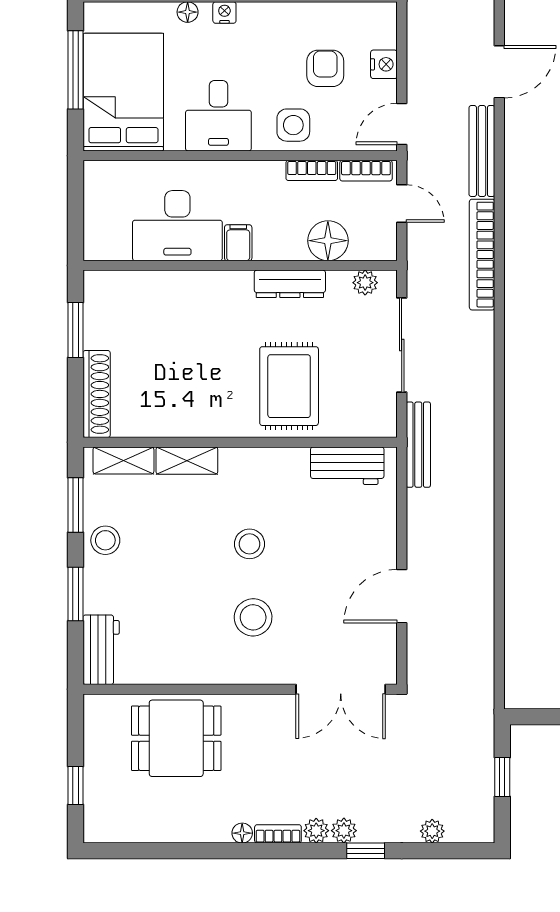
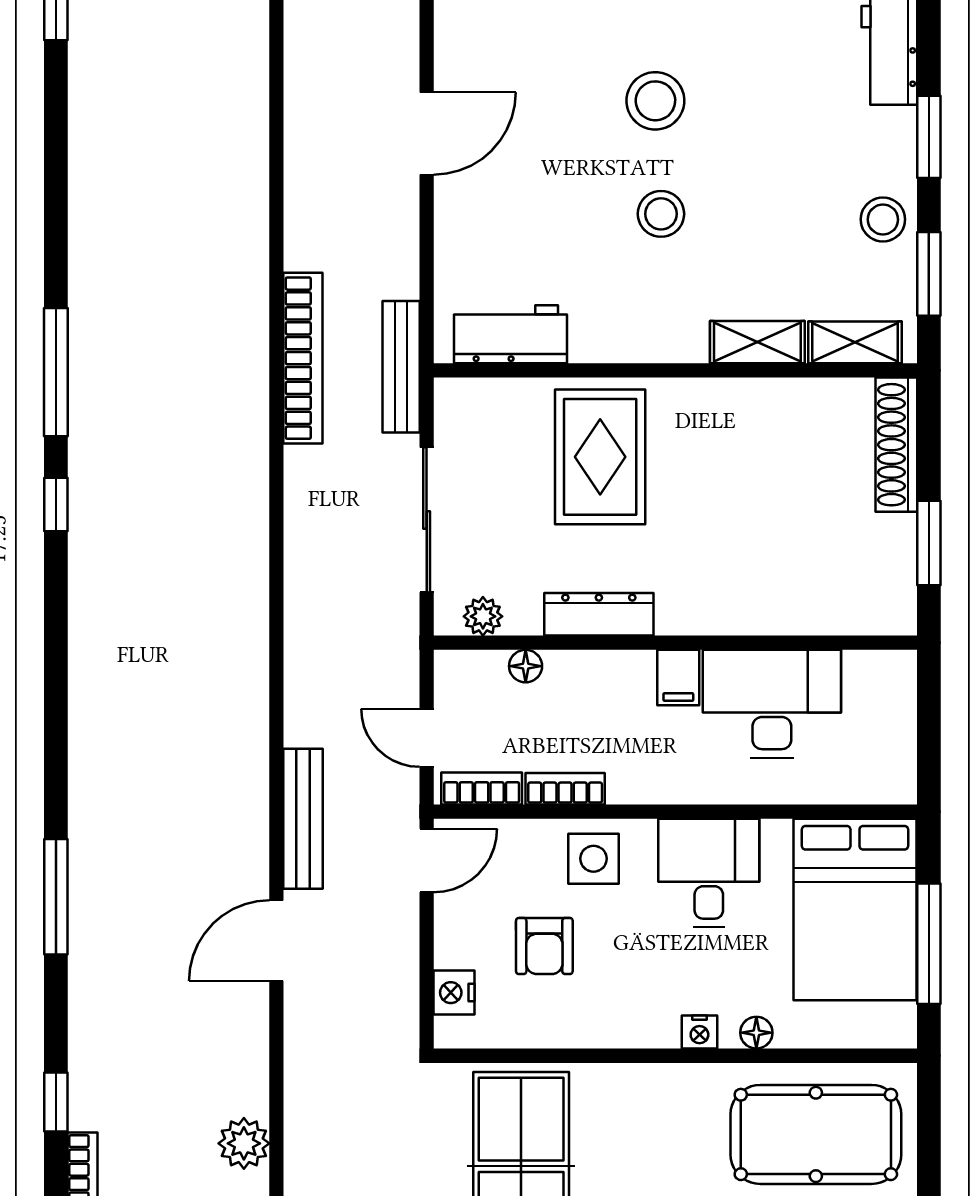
nightstand: (384, 64) -> (454, 993), moved
floor lamp: (328, 241) -> (526, 666), width x0.53, depth x0.53
bookcase: (482, 255) -> (303, 358), moved

